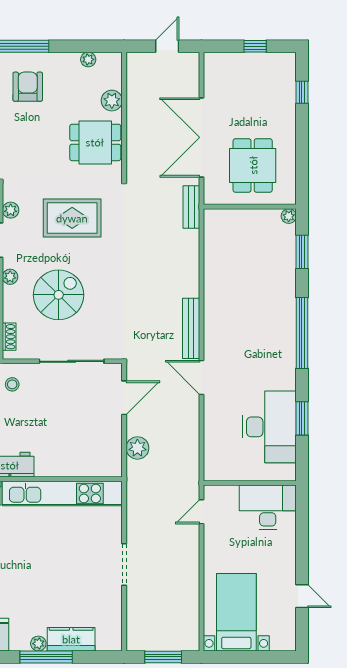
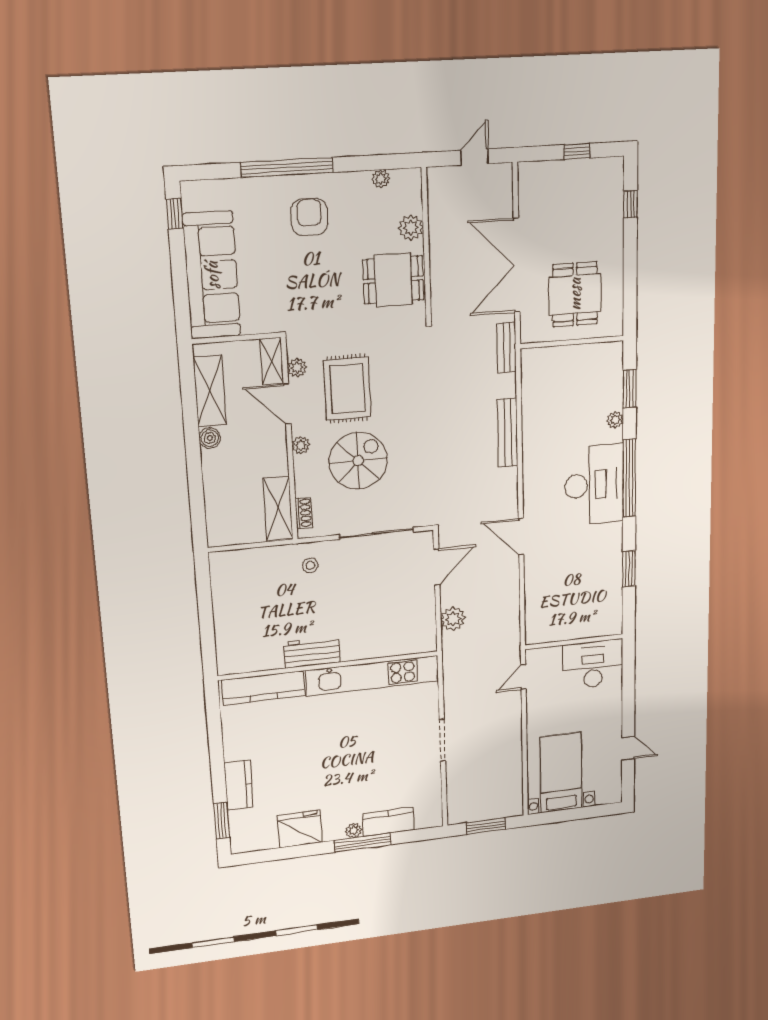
plant: (289, 216) -> (615, 420), moved
rug: (72, 218) -> (347, 389), moved, turned 90
bench: (191, 328) -> (508, 433), moved
desk: (269, 427) -> (594, 485), moved

